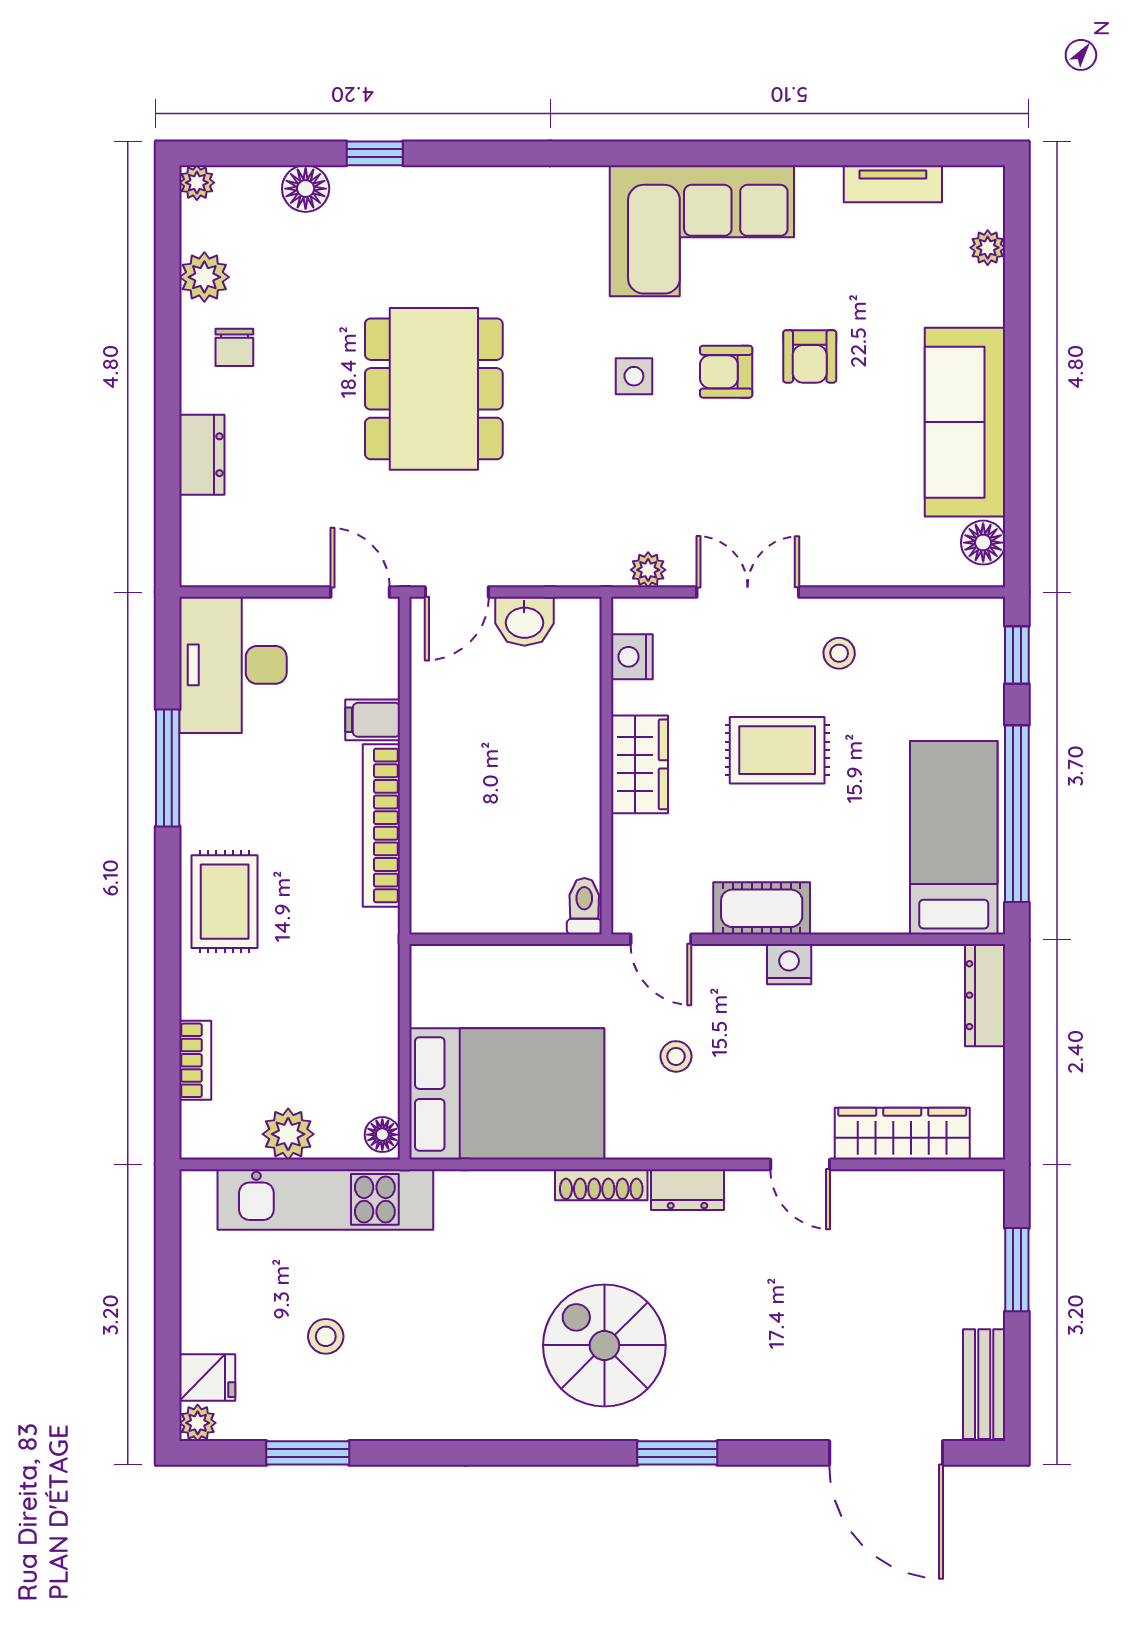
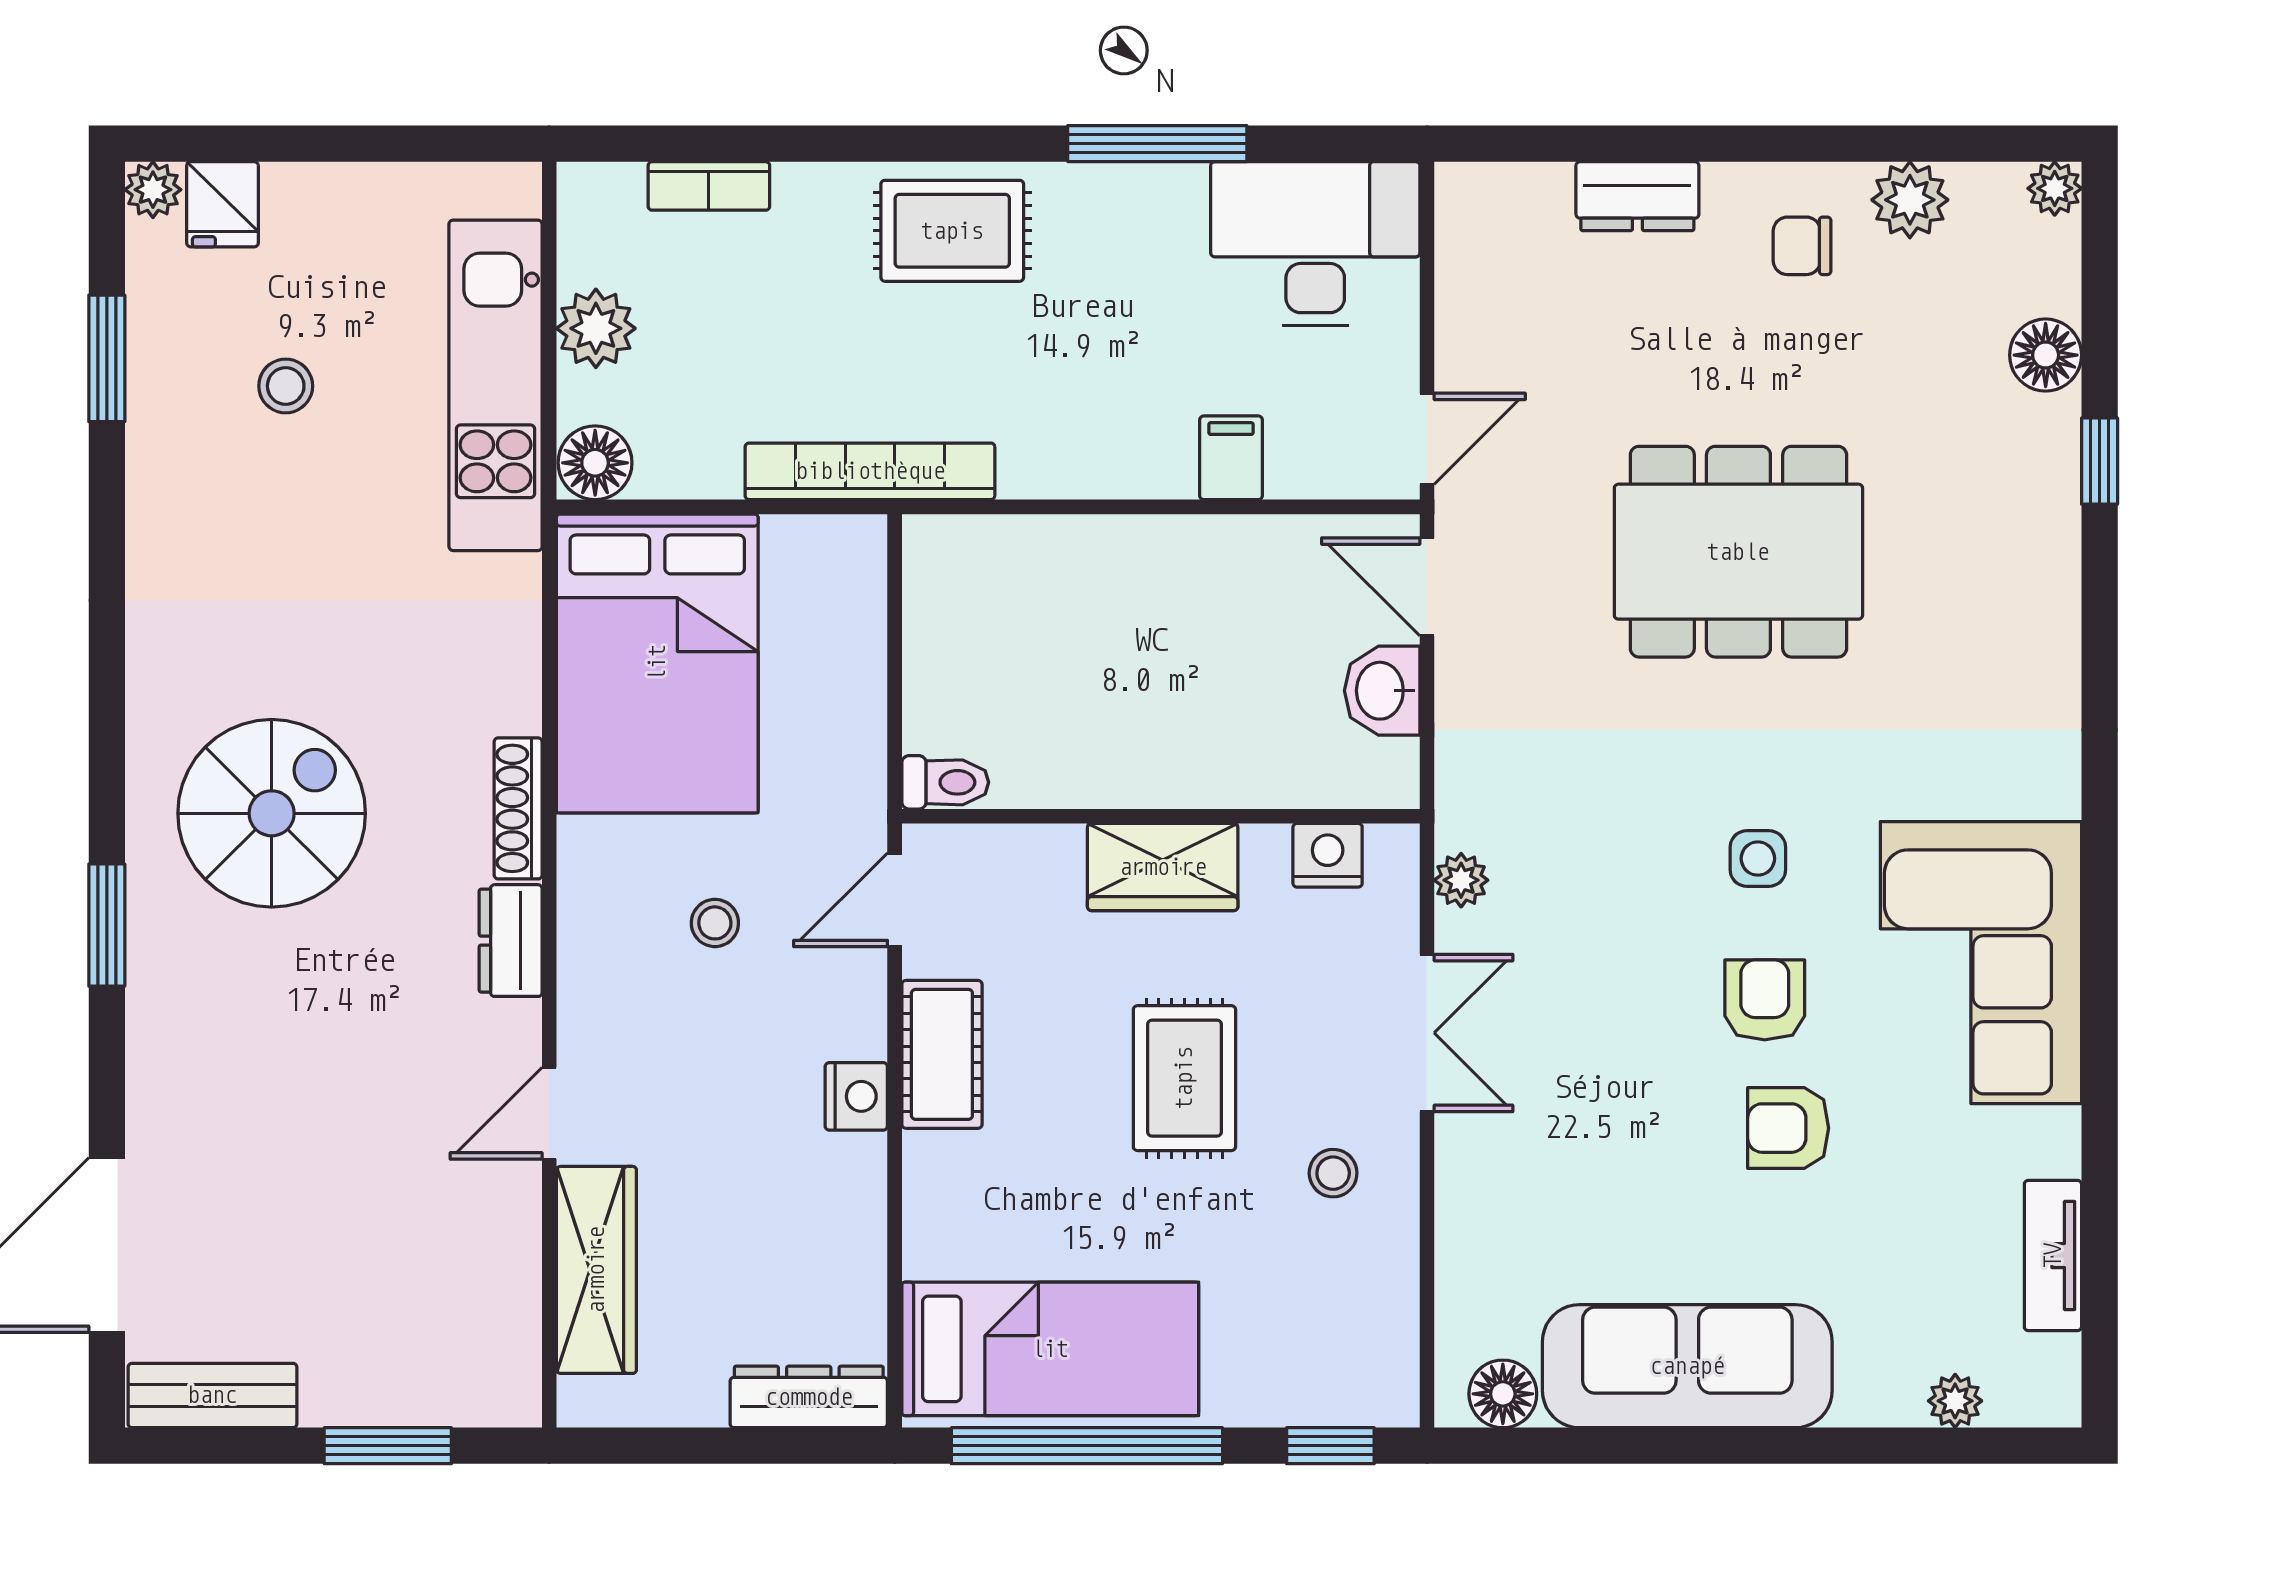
bookcase: (381, 825) -> (870, 471), moved
floor lamp: (382, 1135) -> (595, 463), width x1.37, depth x1.37

